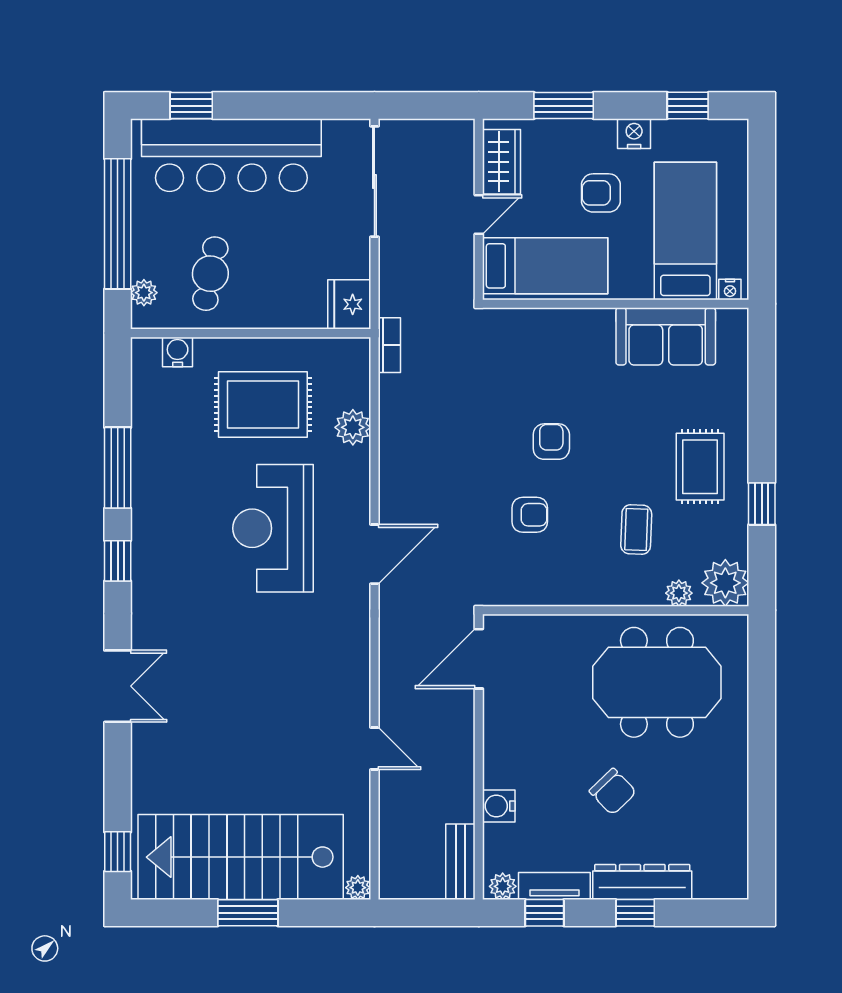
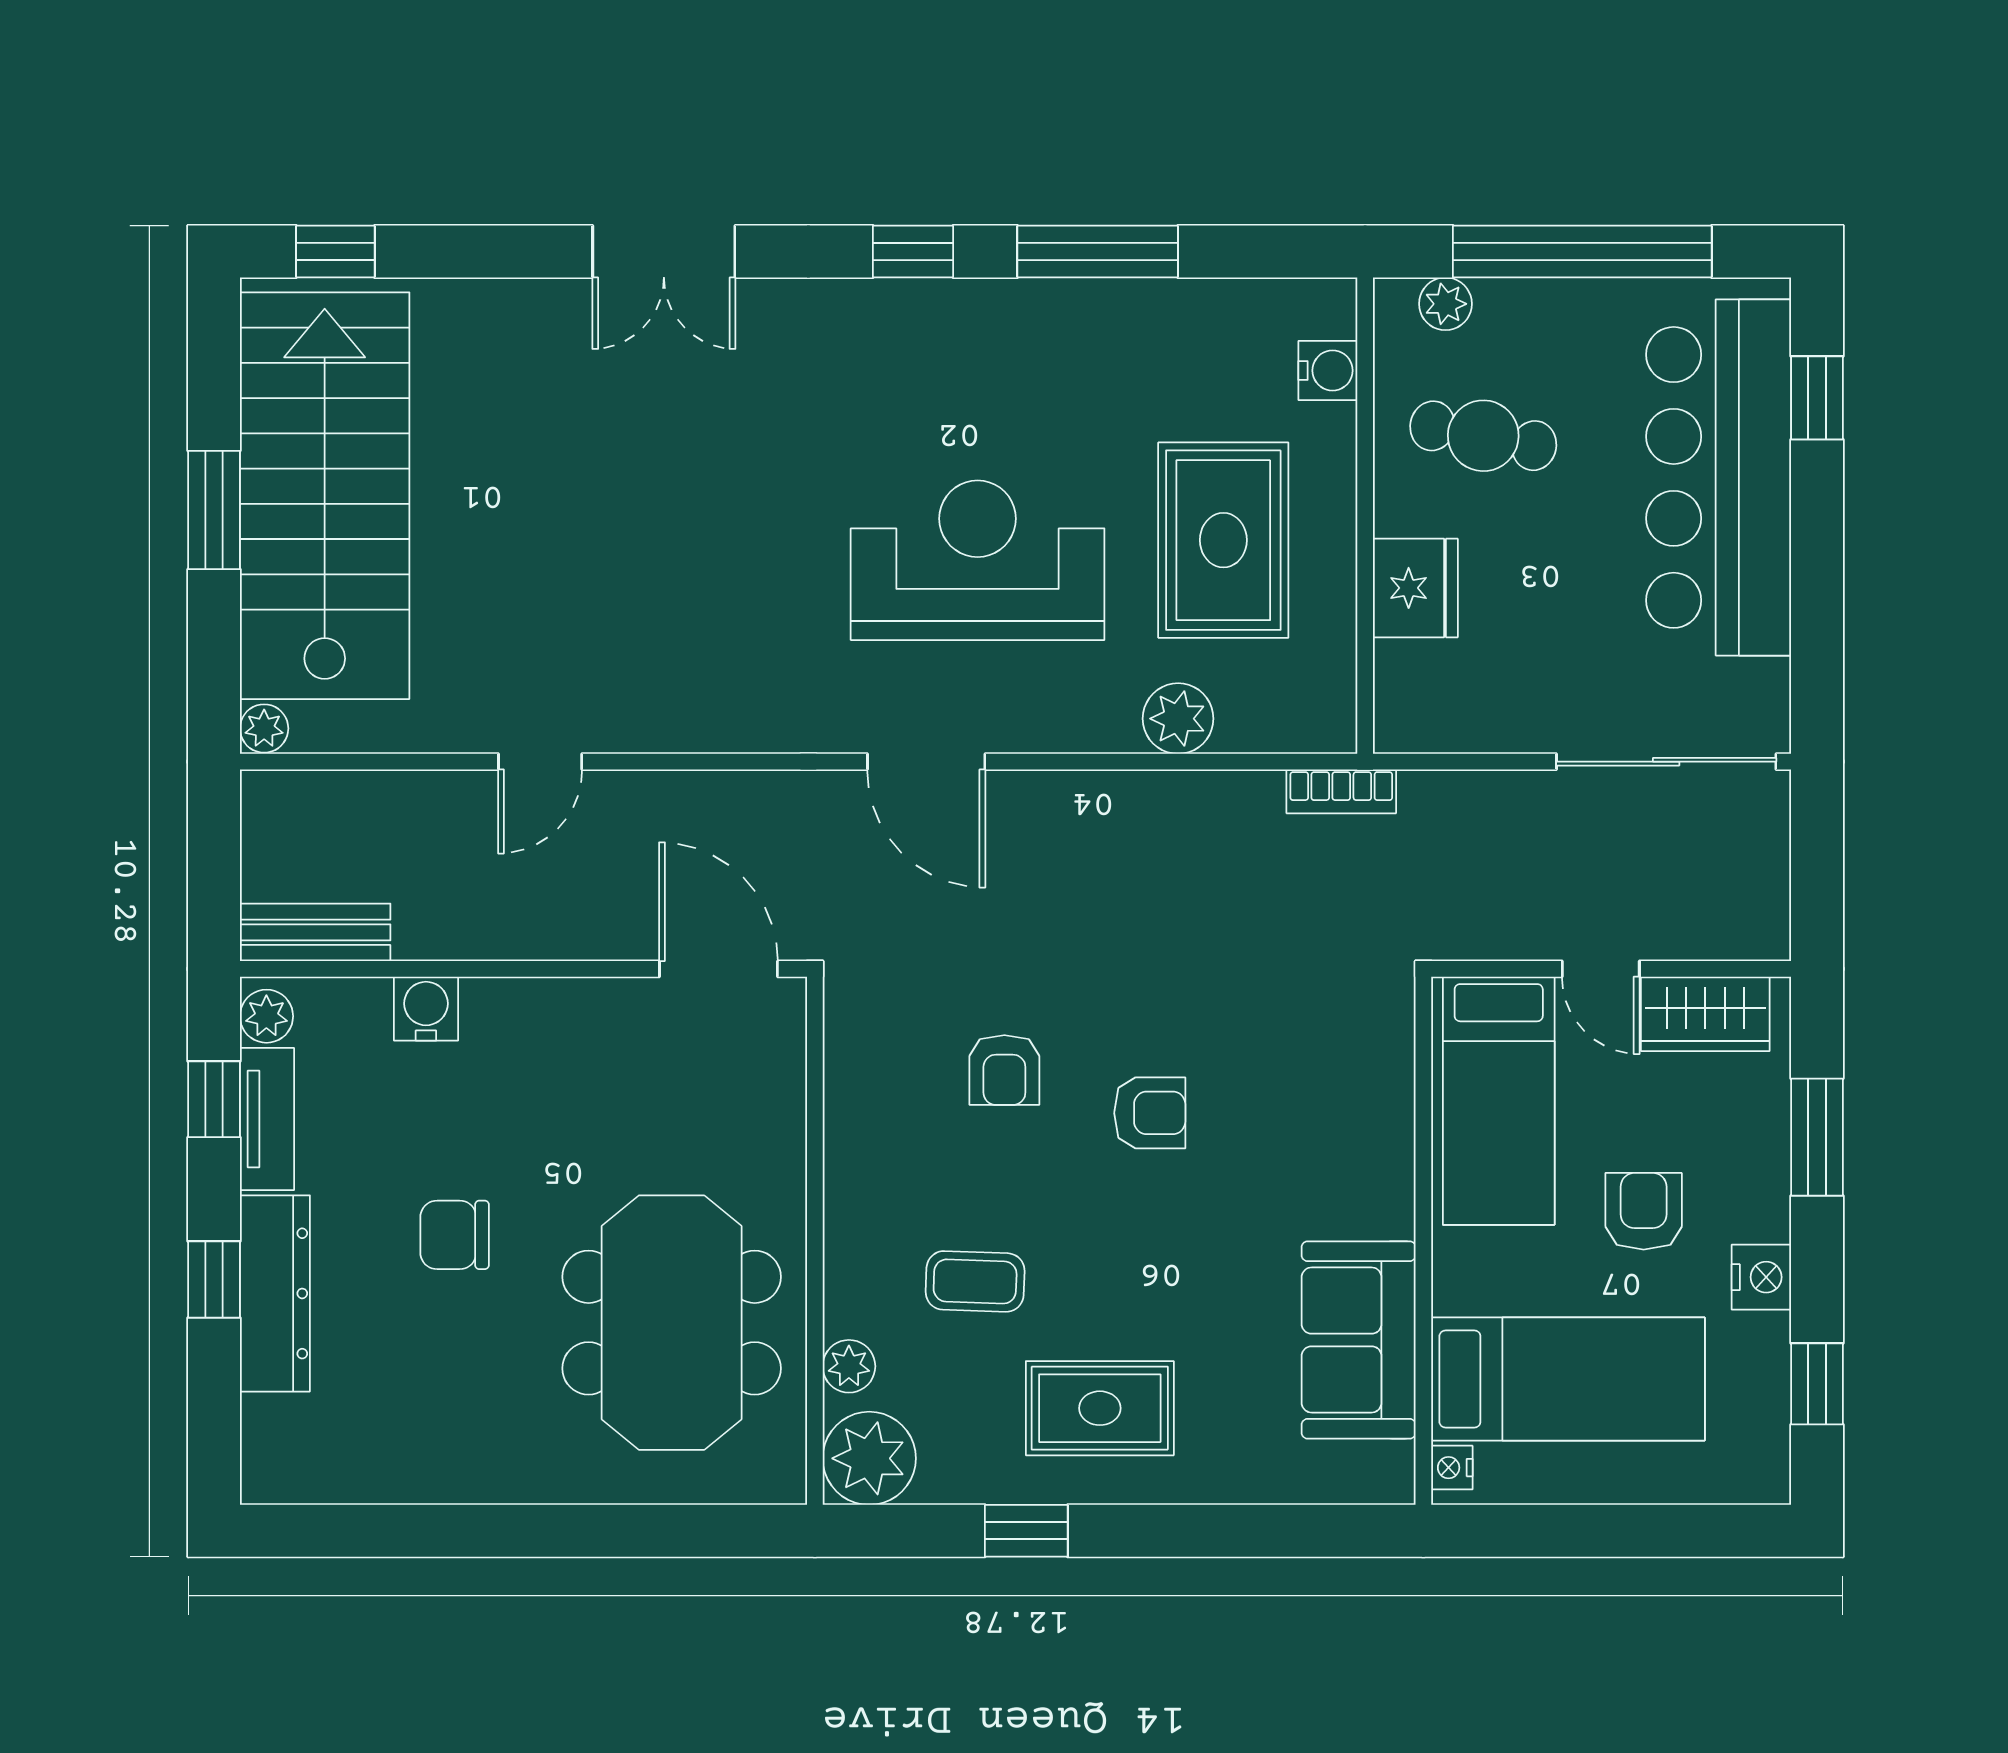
fridge: (349, 304) -> (1415, 588), moved, turned 90
chair: (613, 792) -> (455, 1235), turned 44

